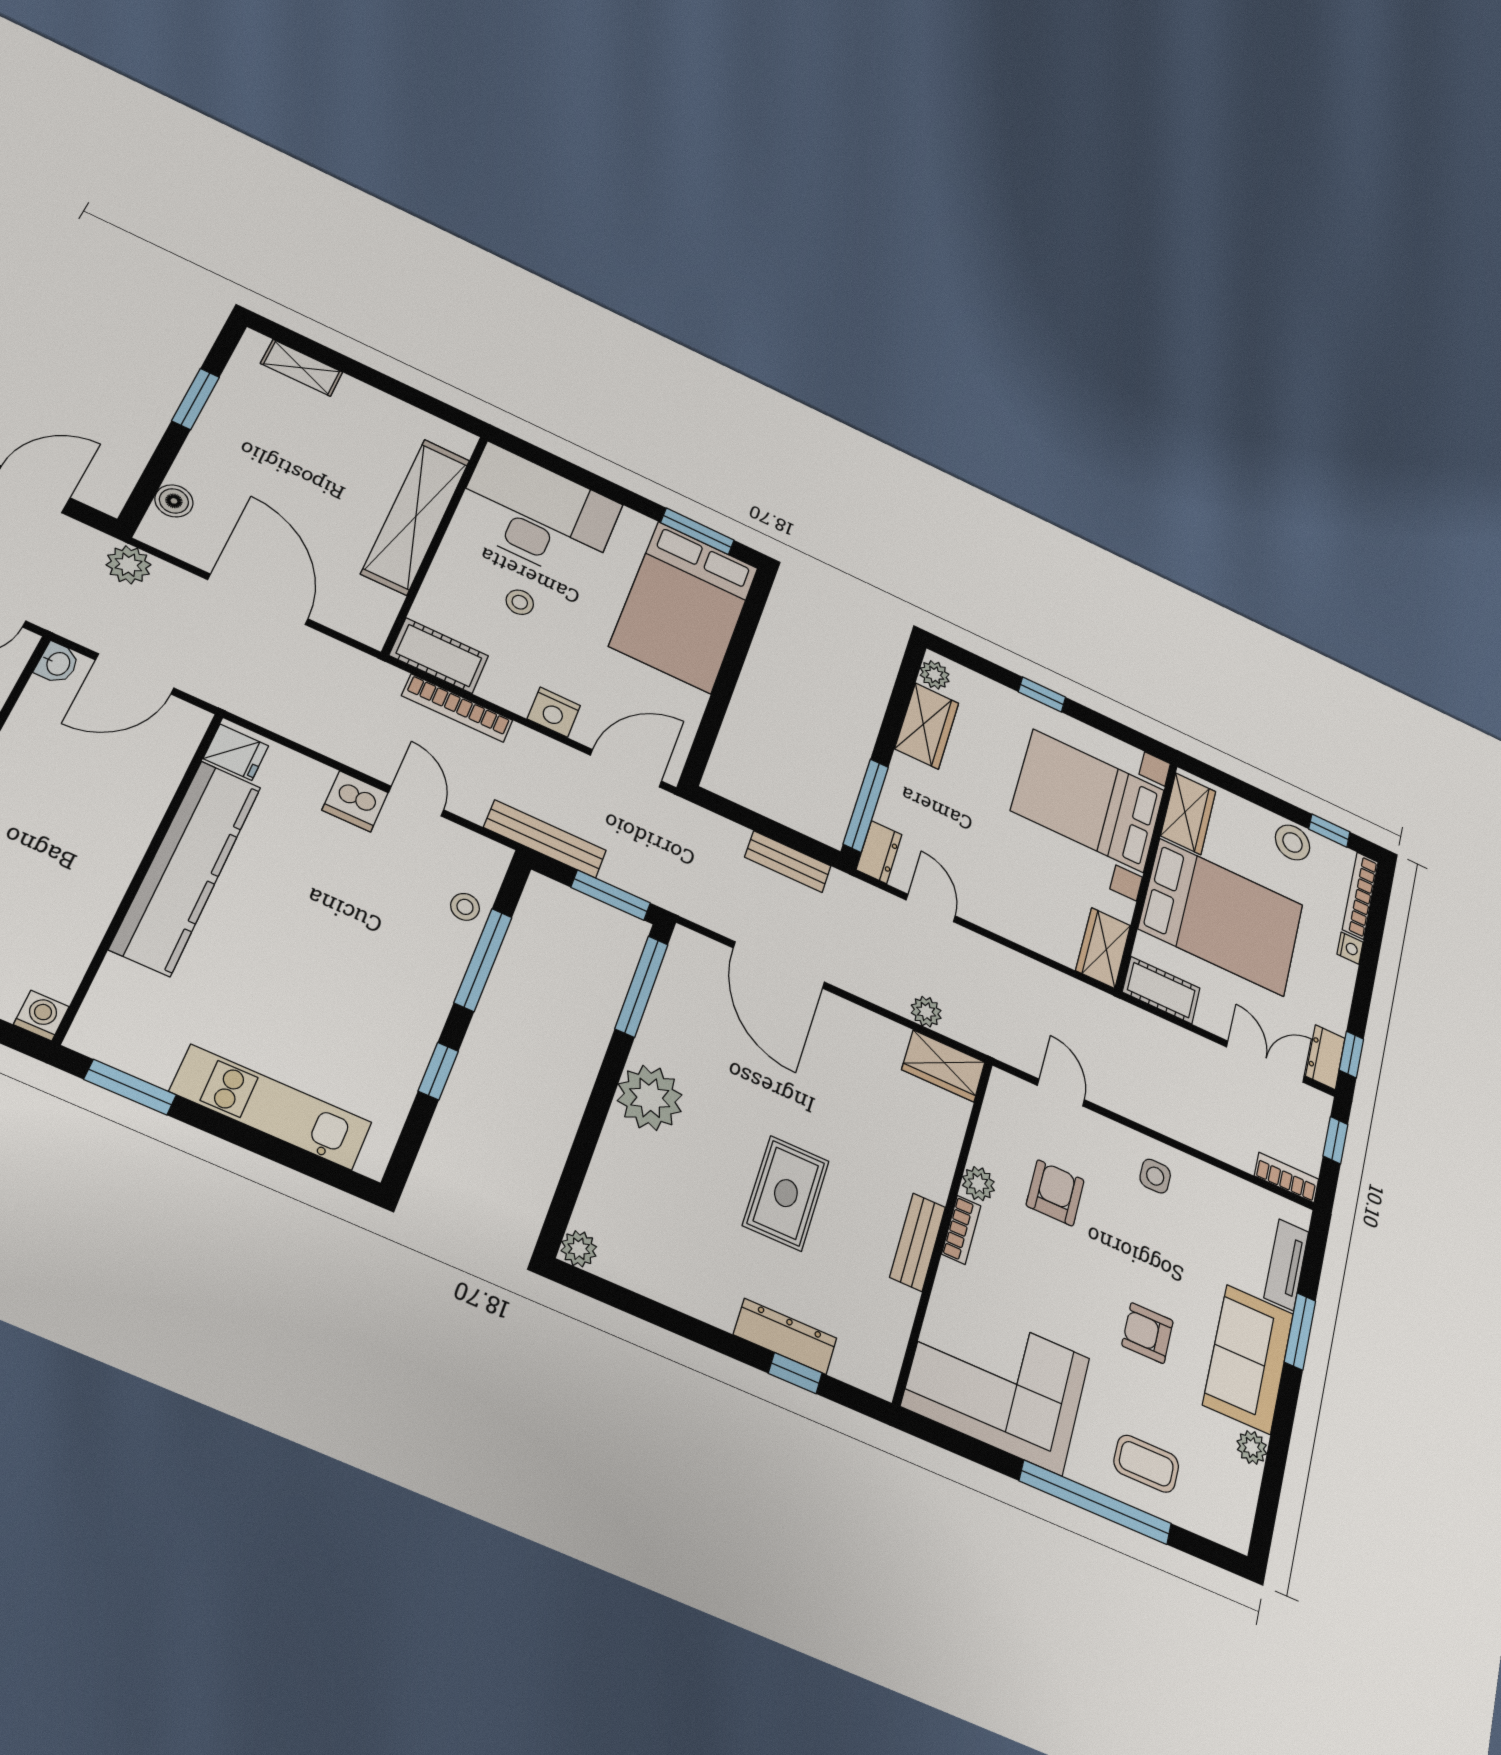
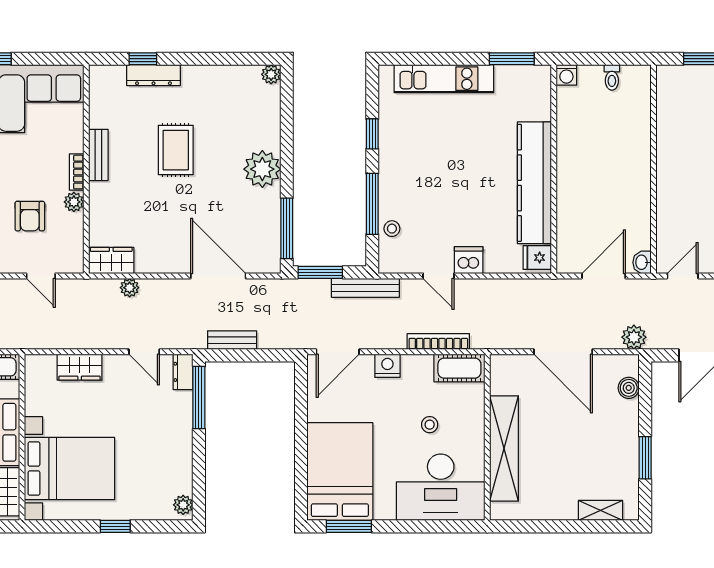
wardrobe: (927, 726) -> (178, 468), removed
wardrobe: (1103, 948) -> (80, 367), moved, turned 90

